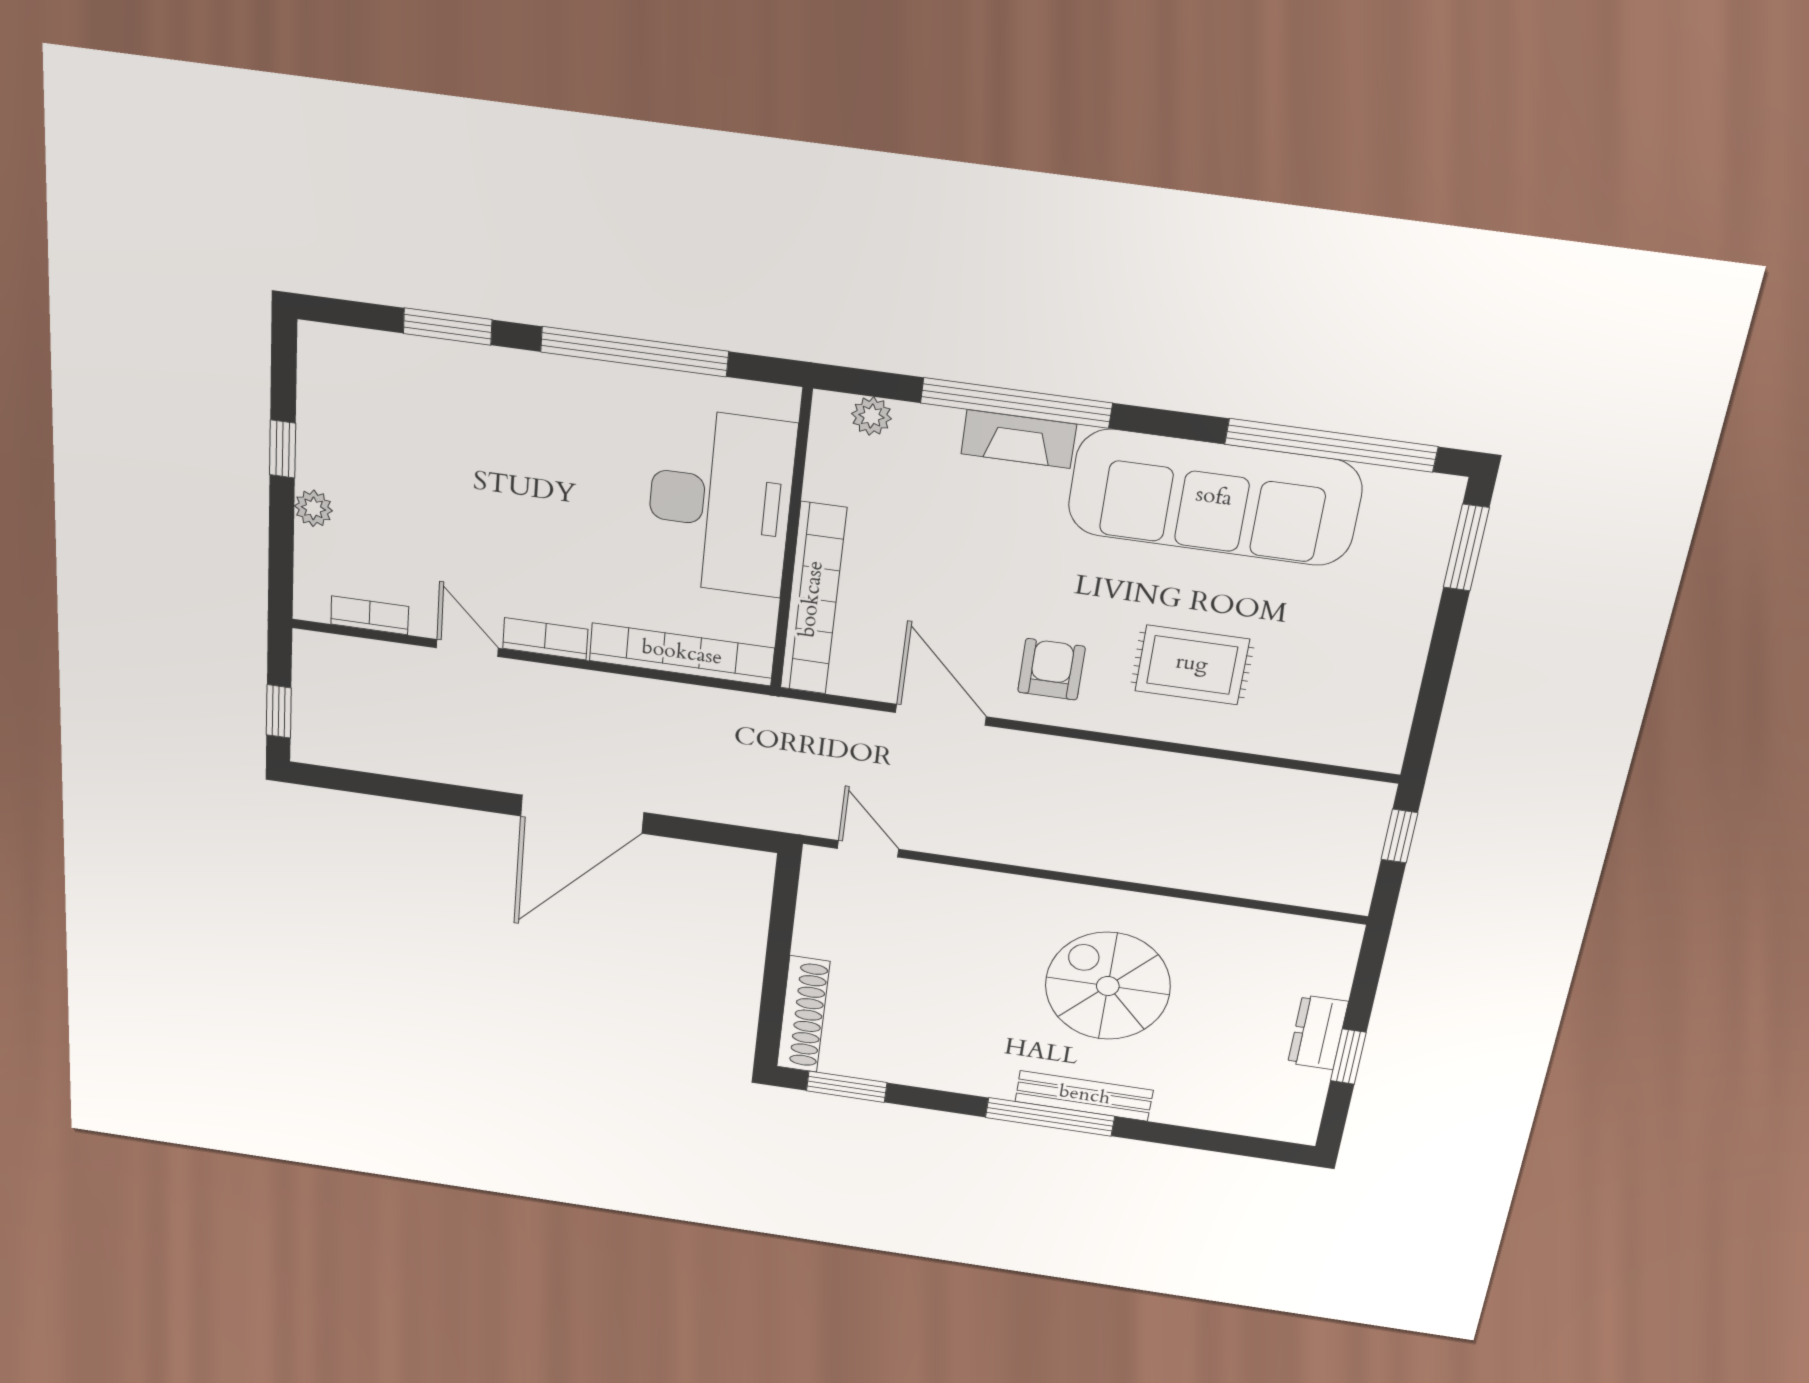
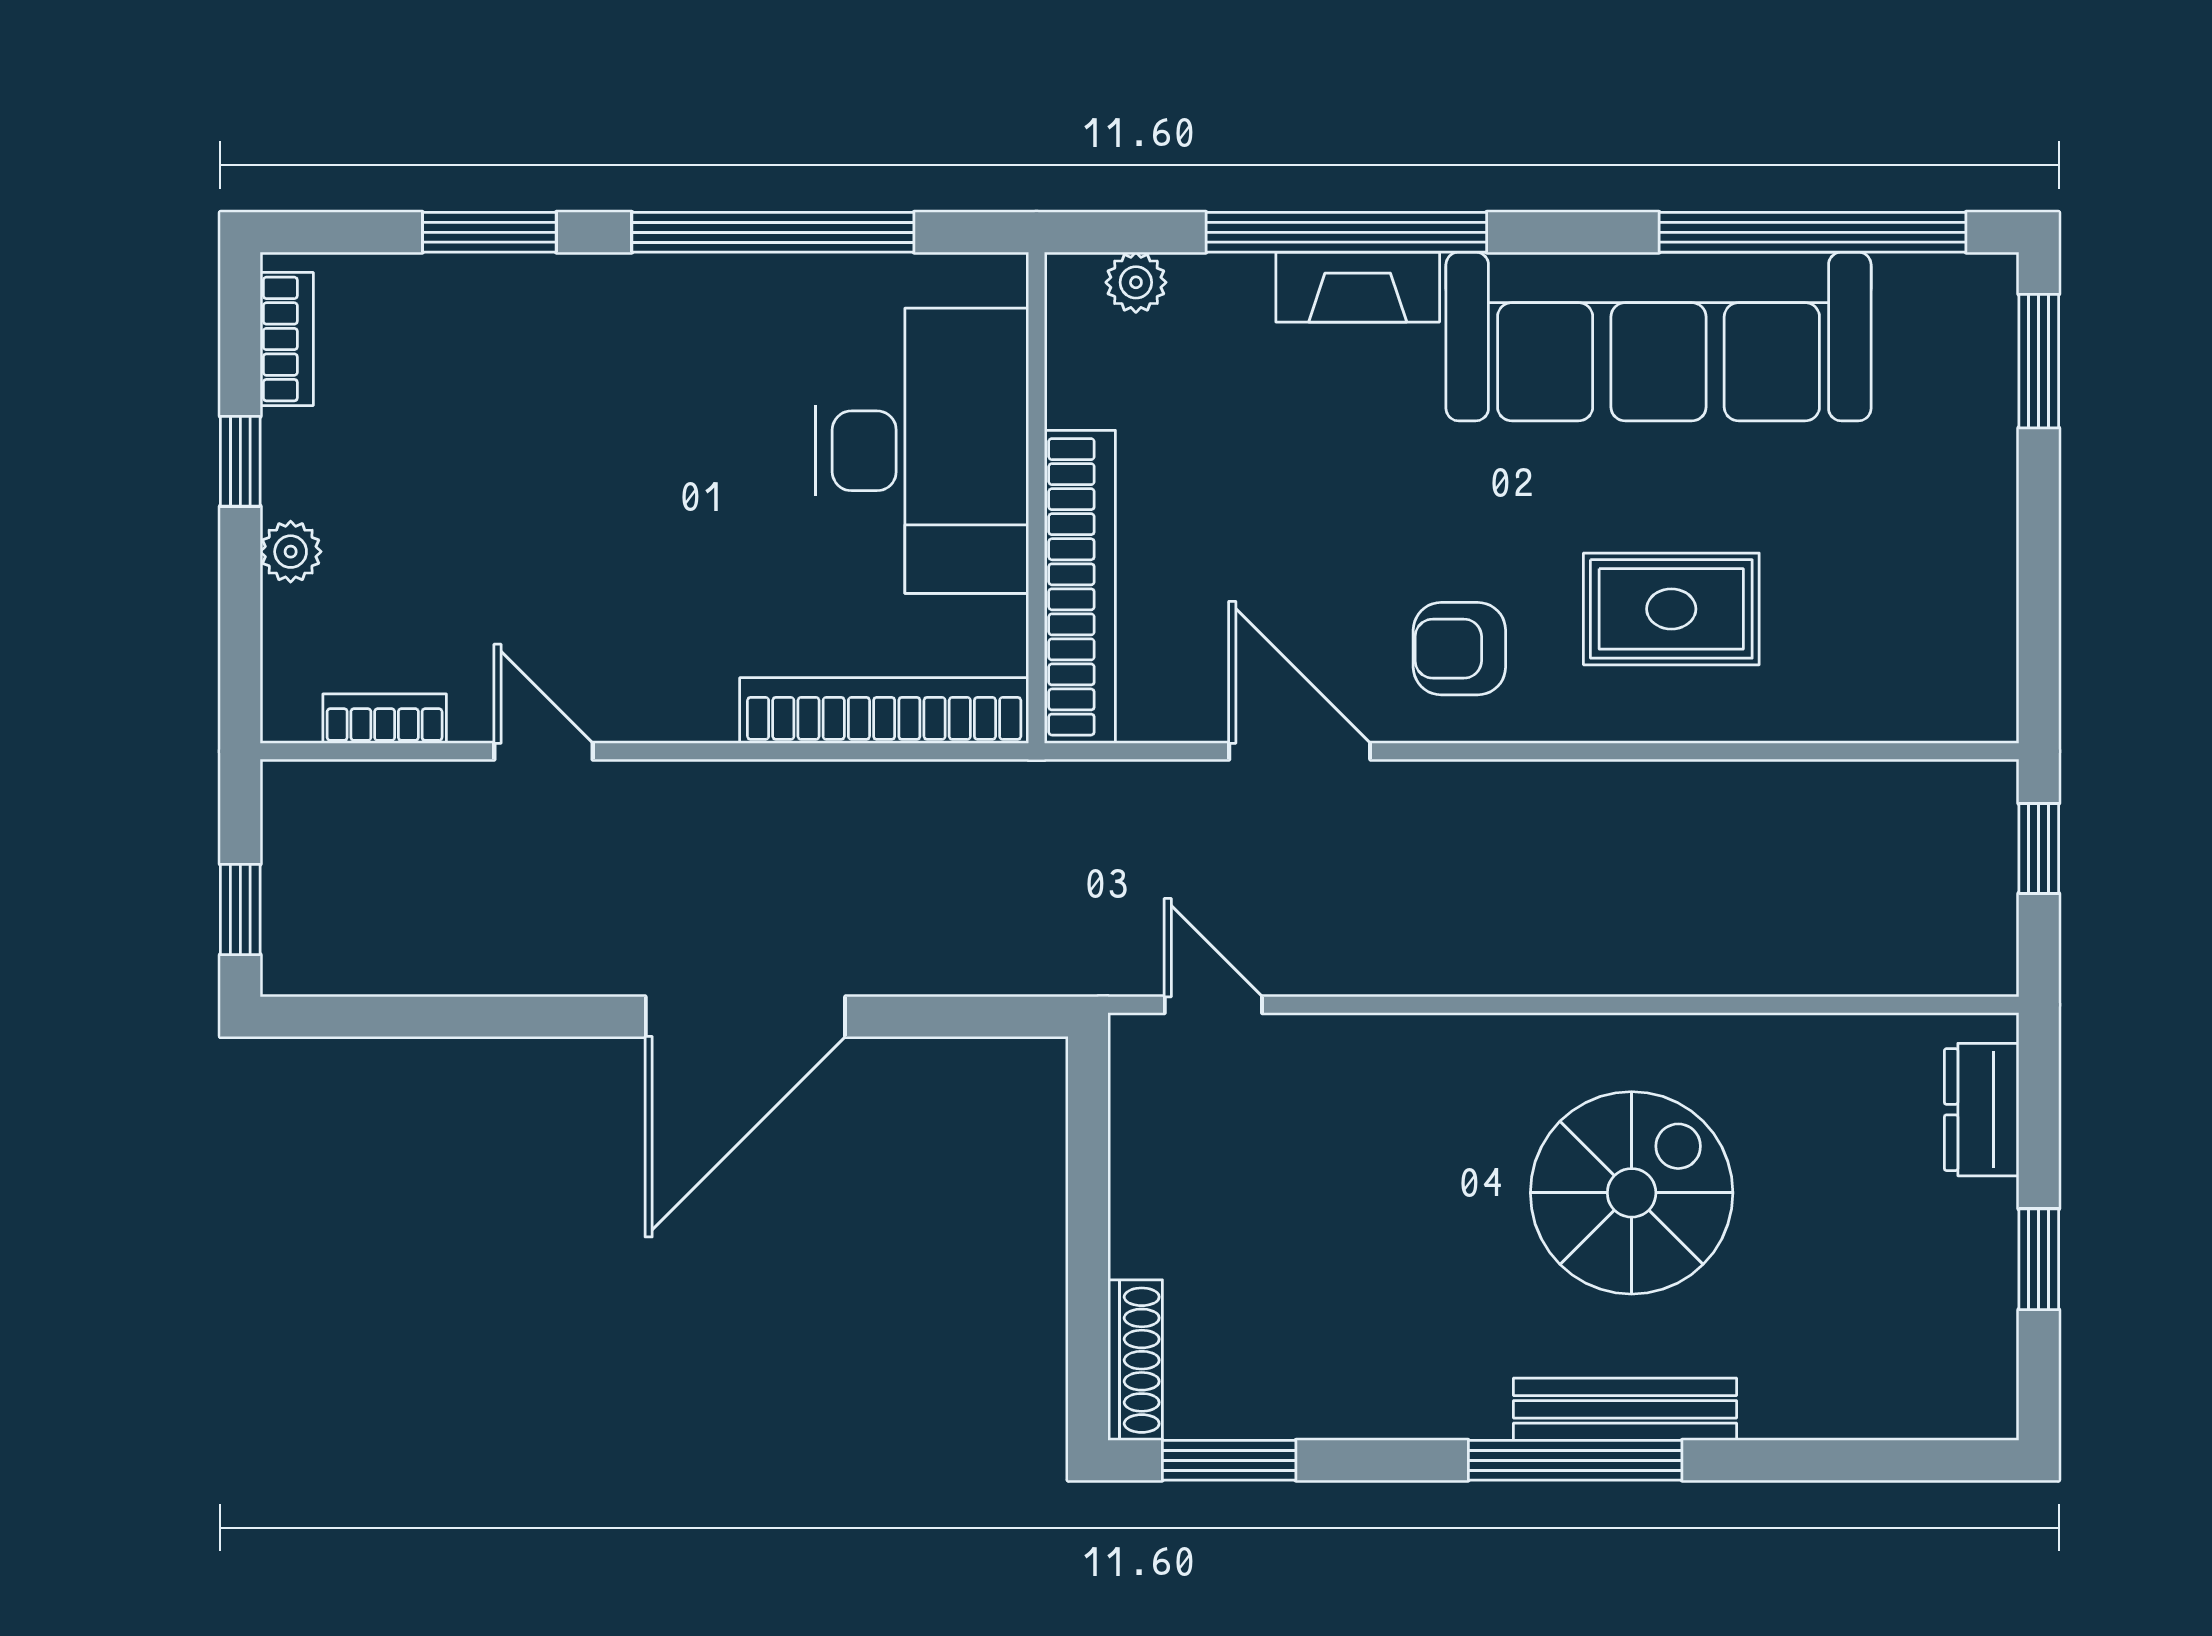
bookcase: (545, 639) -> (287, 339), moved, turned 90
armchair: (1051, 669) -> (1459, 649), turned -90
spiral stairs: (1108, 986) -> (1632, 1193), turned 90
shoe rack: (803, 1014) -> (1135, 1360), width x0.74, depth x0.81
dresser: (1318, 1032) -> (1982, 1110), moved

